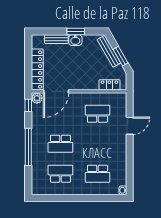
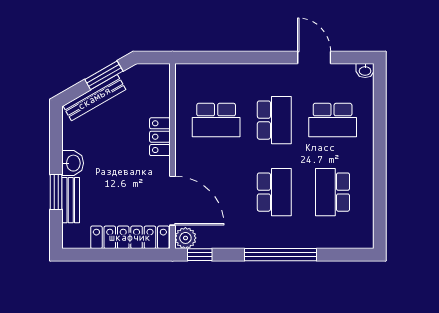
window: (76, 32) -> (56, 192), moved
locker: (109, 85) -> (160, 137), moved
school desk: (97, 114) -> (216, 120), turned -90
door: (130, 126) -> (314, 58), moved
school desk: (97, 144) -> (274, 120), added
school desk: (97, 174) -> (333, 120), turned 90

